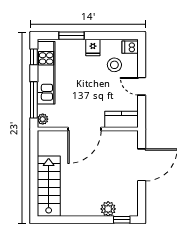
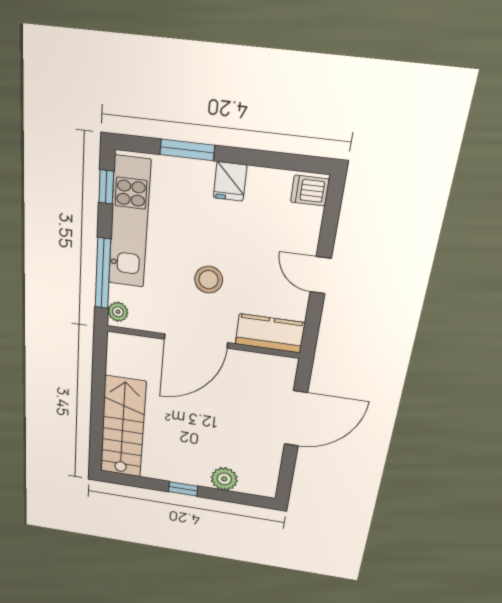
stool: (114, 65) -> (209, 280), moved
window: (122, 220) -> (183, 489), moved

